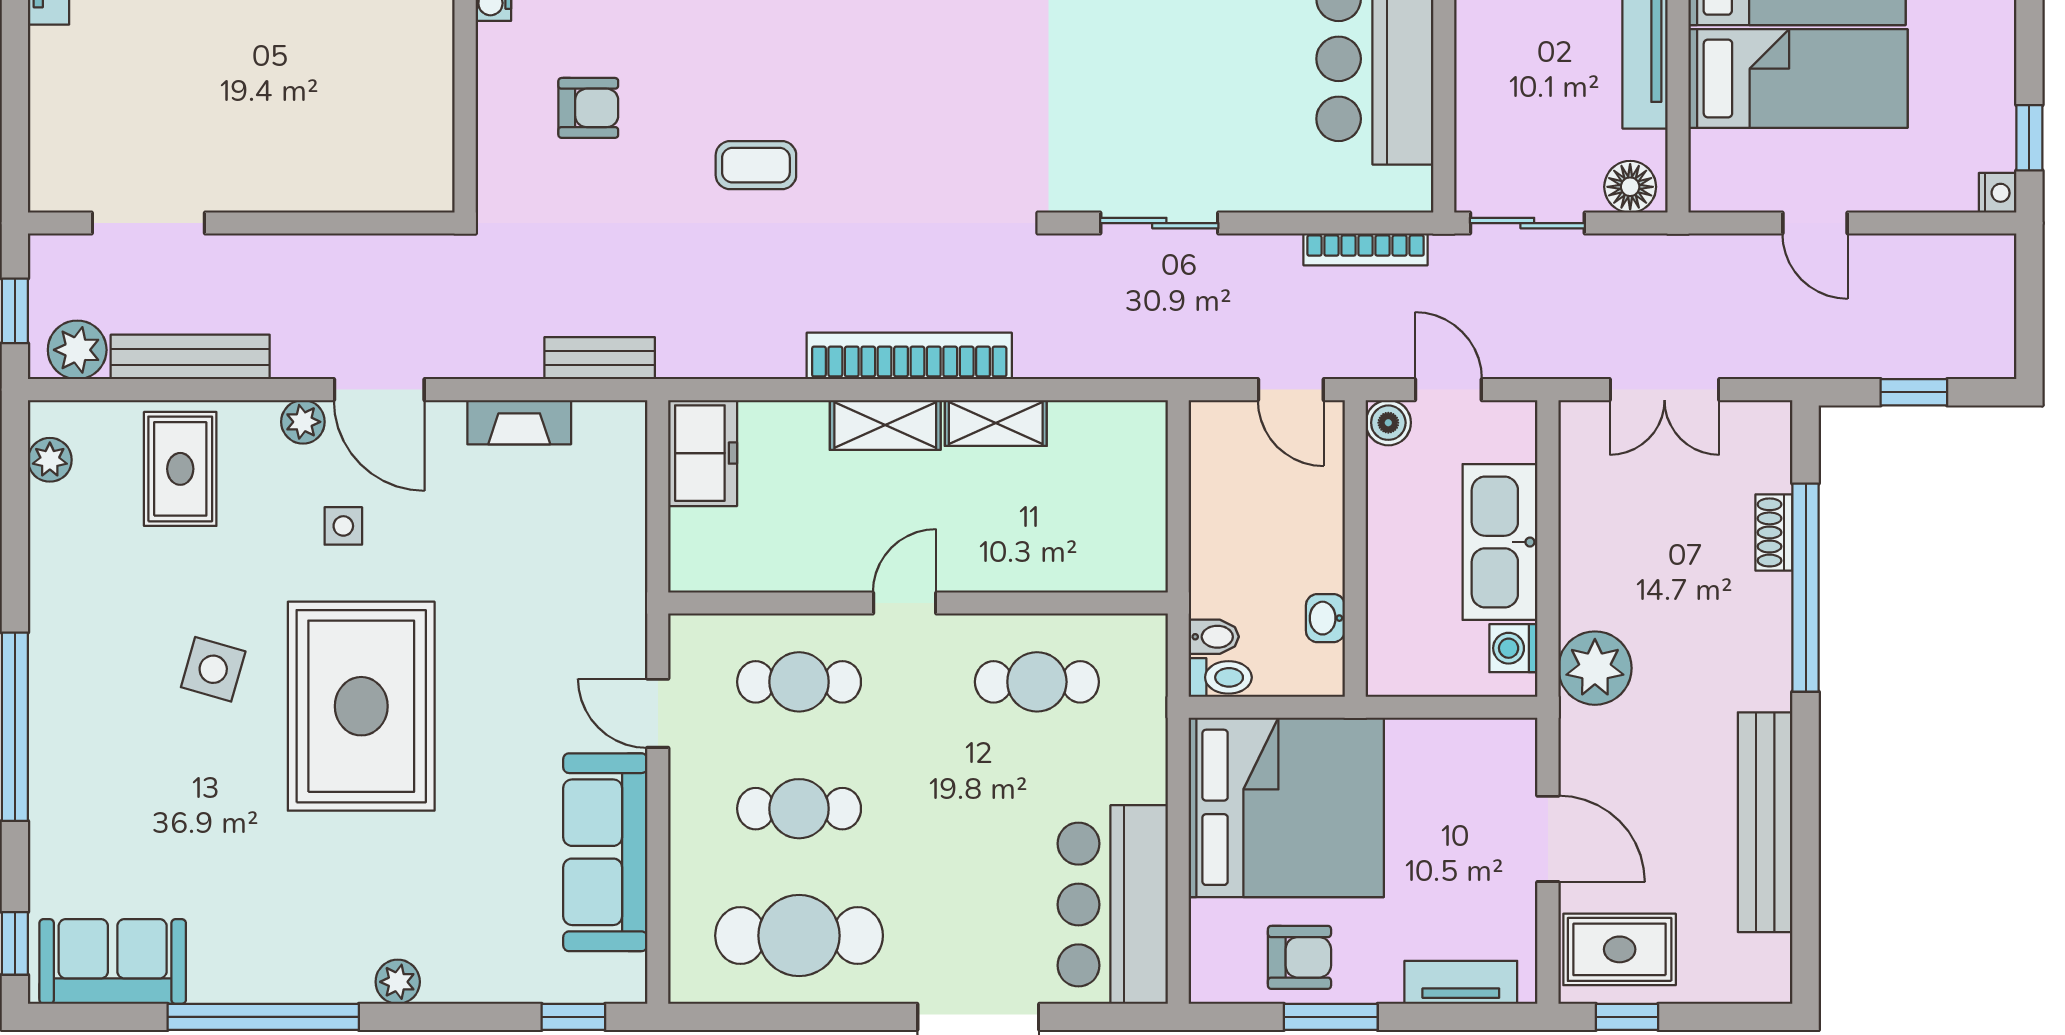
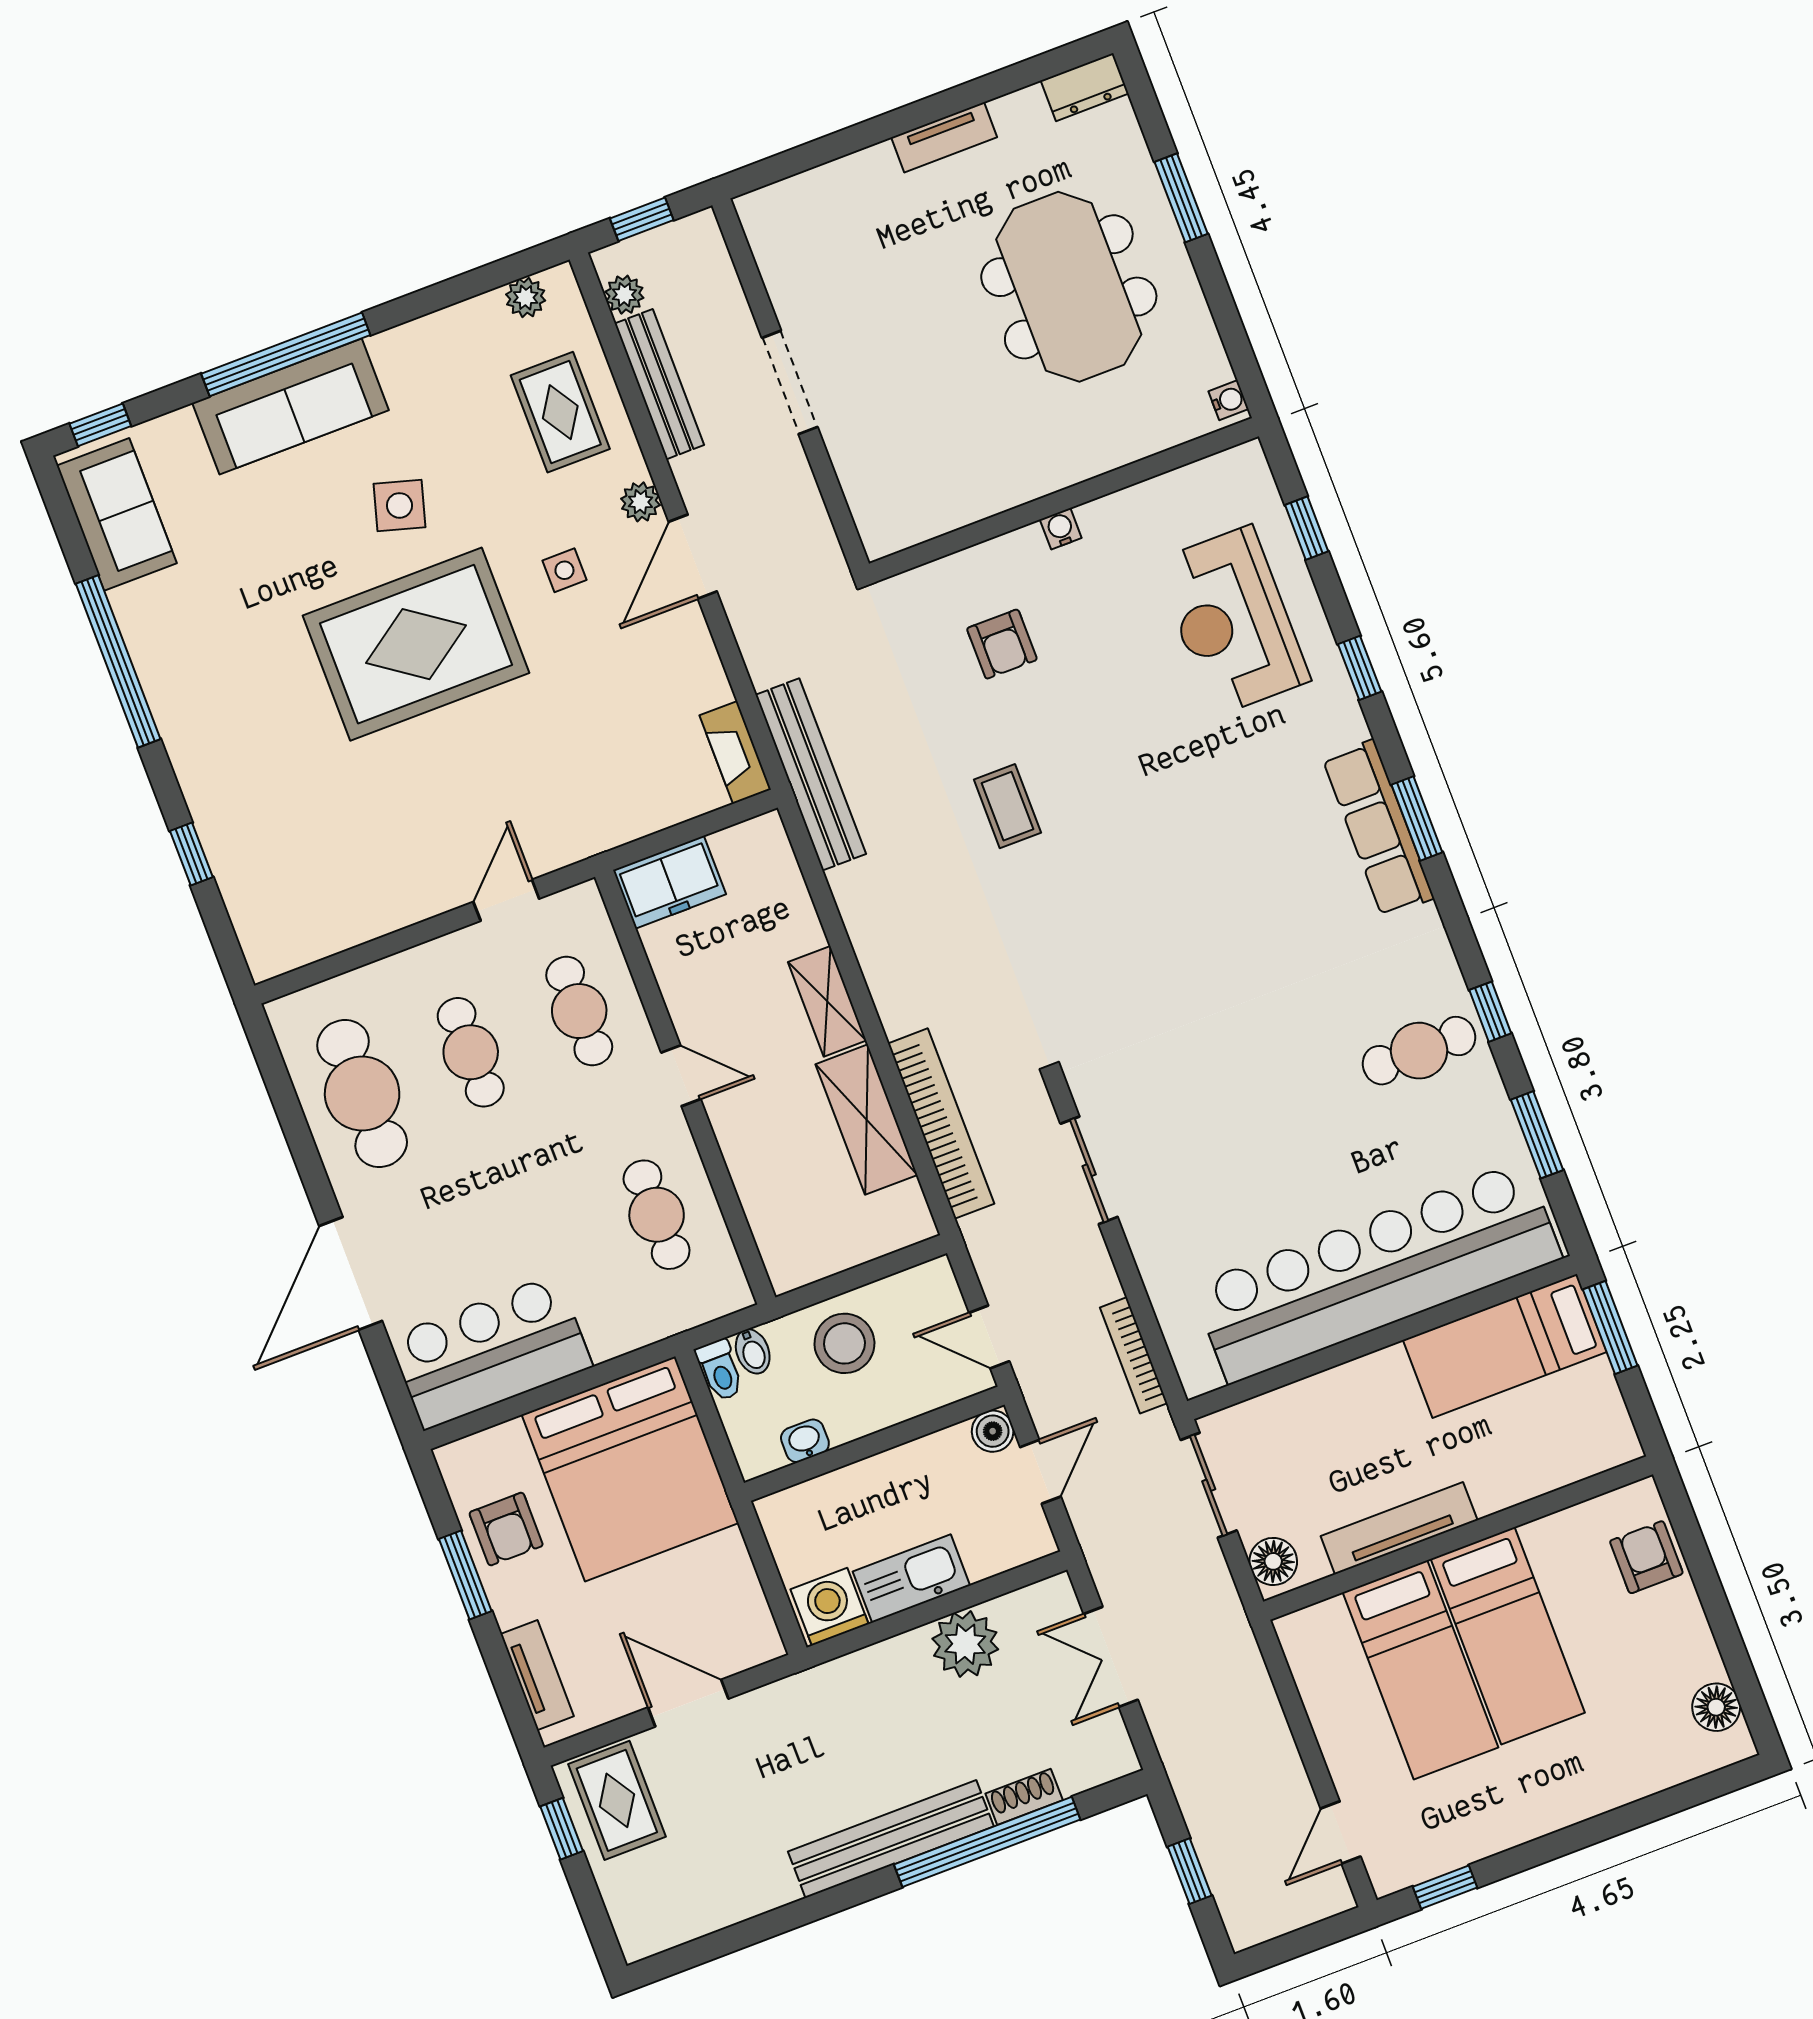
nightstand: (1998, 193) -> (1388, 1878), removed
doorway: (148, 223) -> (790, 382), moved
door: (1815, 223) -> (1341, 1833), moved
plant: (77, 350) -> (624, 295), width x0.73, depth x0.73
bookcase: (909, 356) -> (941, 1124), moved
bench: (600, 358) -> (811, 774), width x1.86, depth x1.21
door: (1291, 390) -> (989, 1337), hinge flipped
fireplace: (519, 422) -> (735, 752), moved
shelving: (996, 423) -> (866, 1120), width x1.50, depth x1.33
freezer: (703, 453) -> (670, 882), moved
rug: (180, 469) -> (560, 412), turned 90
stool: (1241, 540) -> (844, 1343), added
kitchen sink: (1500, 542) -> (911, 1579), width x0.73, depth x0.81
washing machine: (1513, 648) -> (830, 1607), width x1.38, depth x1.38
plant: (1595, 668) -> (965, 1644), moved
bench: (1765, 822) -> (891, 1839), moved
door: (1548, 839) -> (688, 1703), swing flipped
sofa: (605, 852) -> (291, 406), moved, turned 180
plant: (398, 982) -> (192, 765), removed
window: (573, 1017) -> (191, 854), moved

